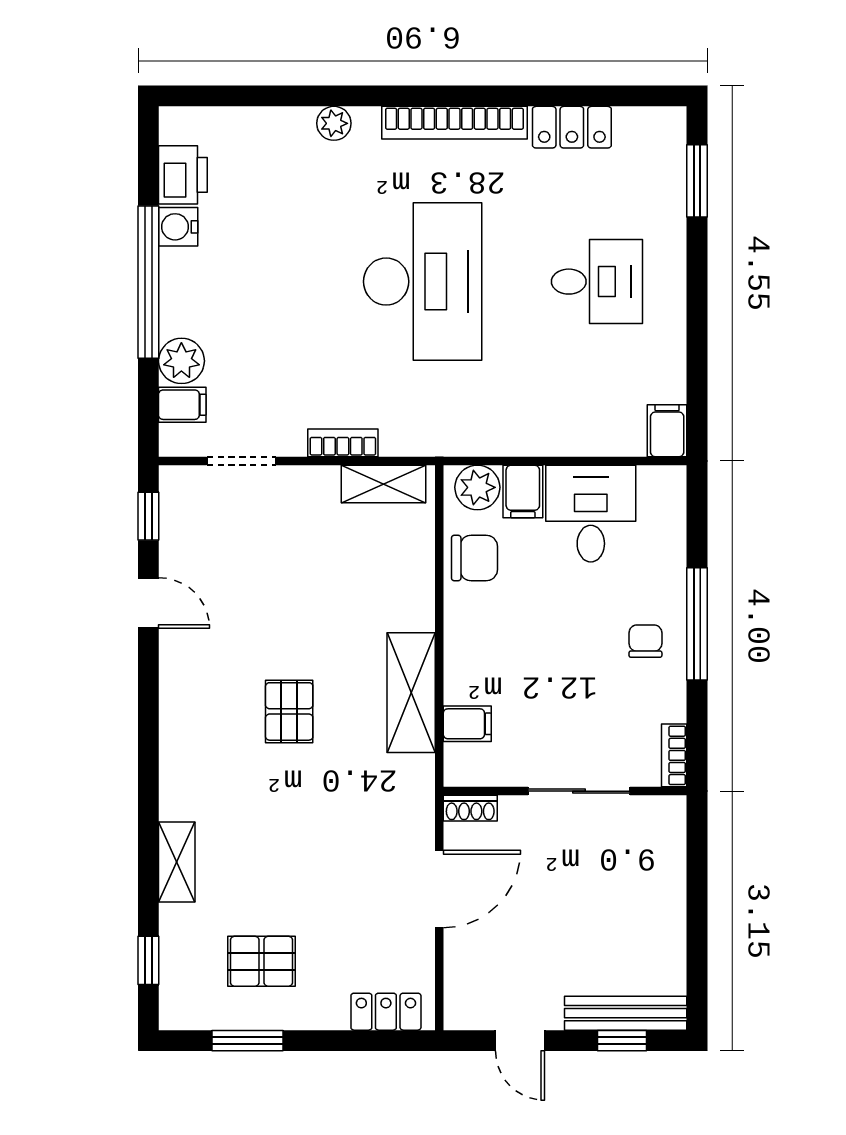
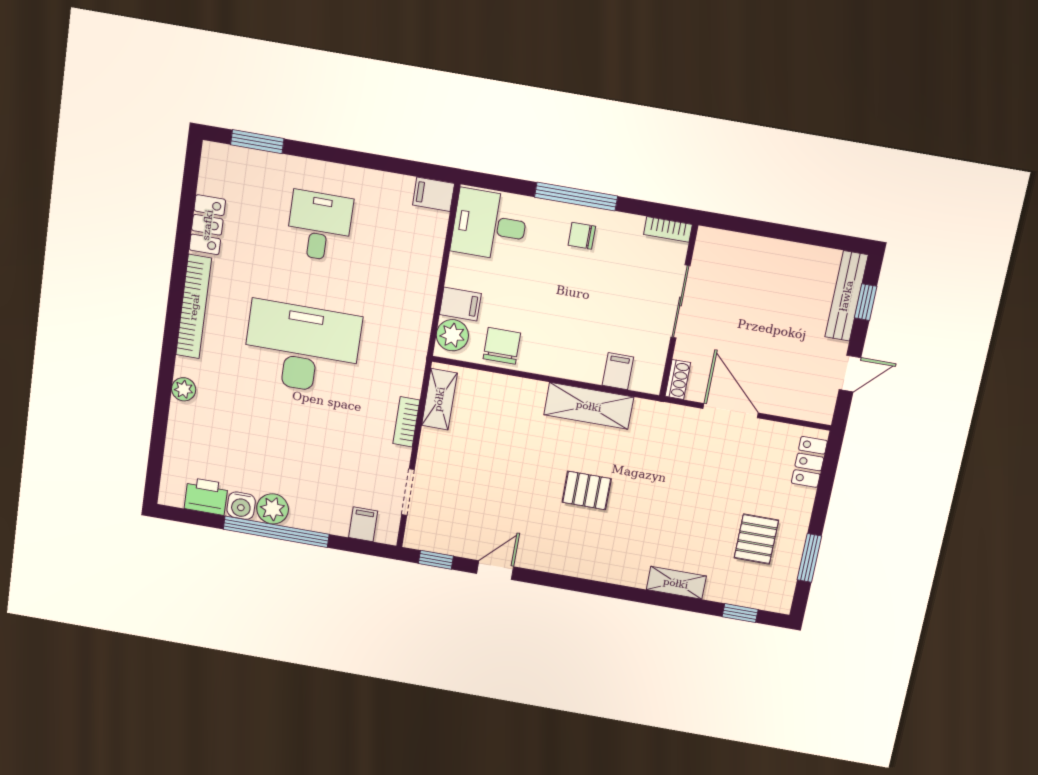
plant: (181, 361) -> (273, 509), moved
desk: (591, 514) -> (490, 225), moved

